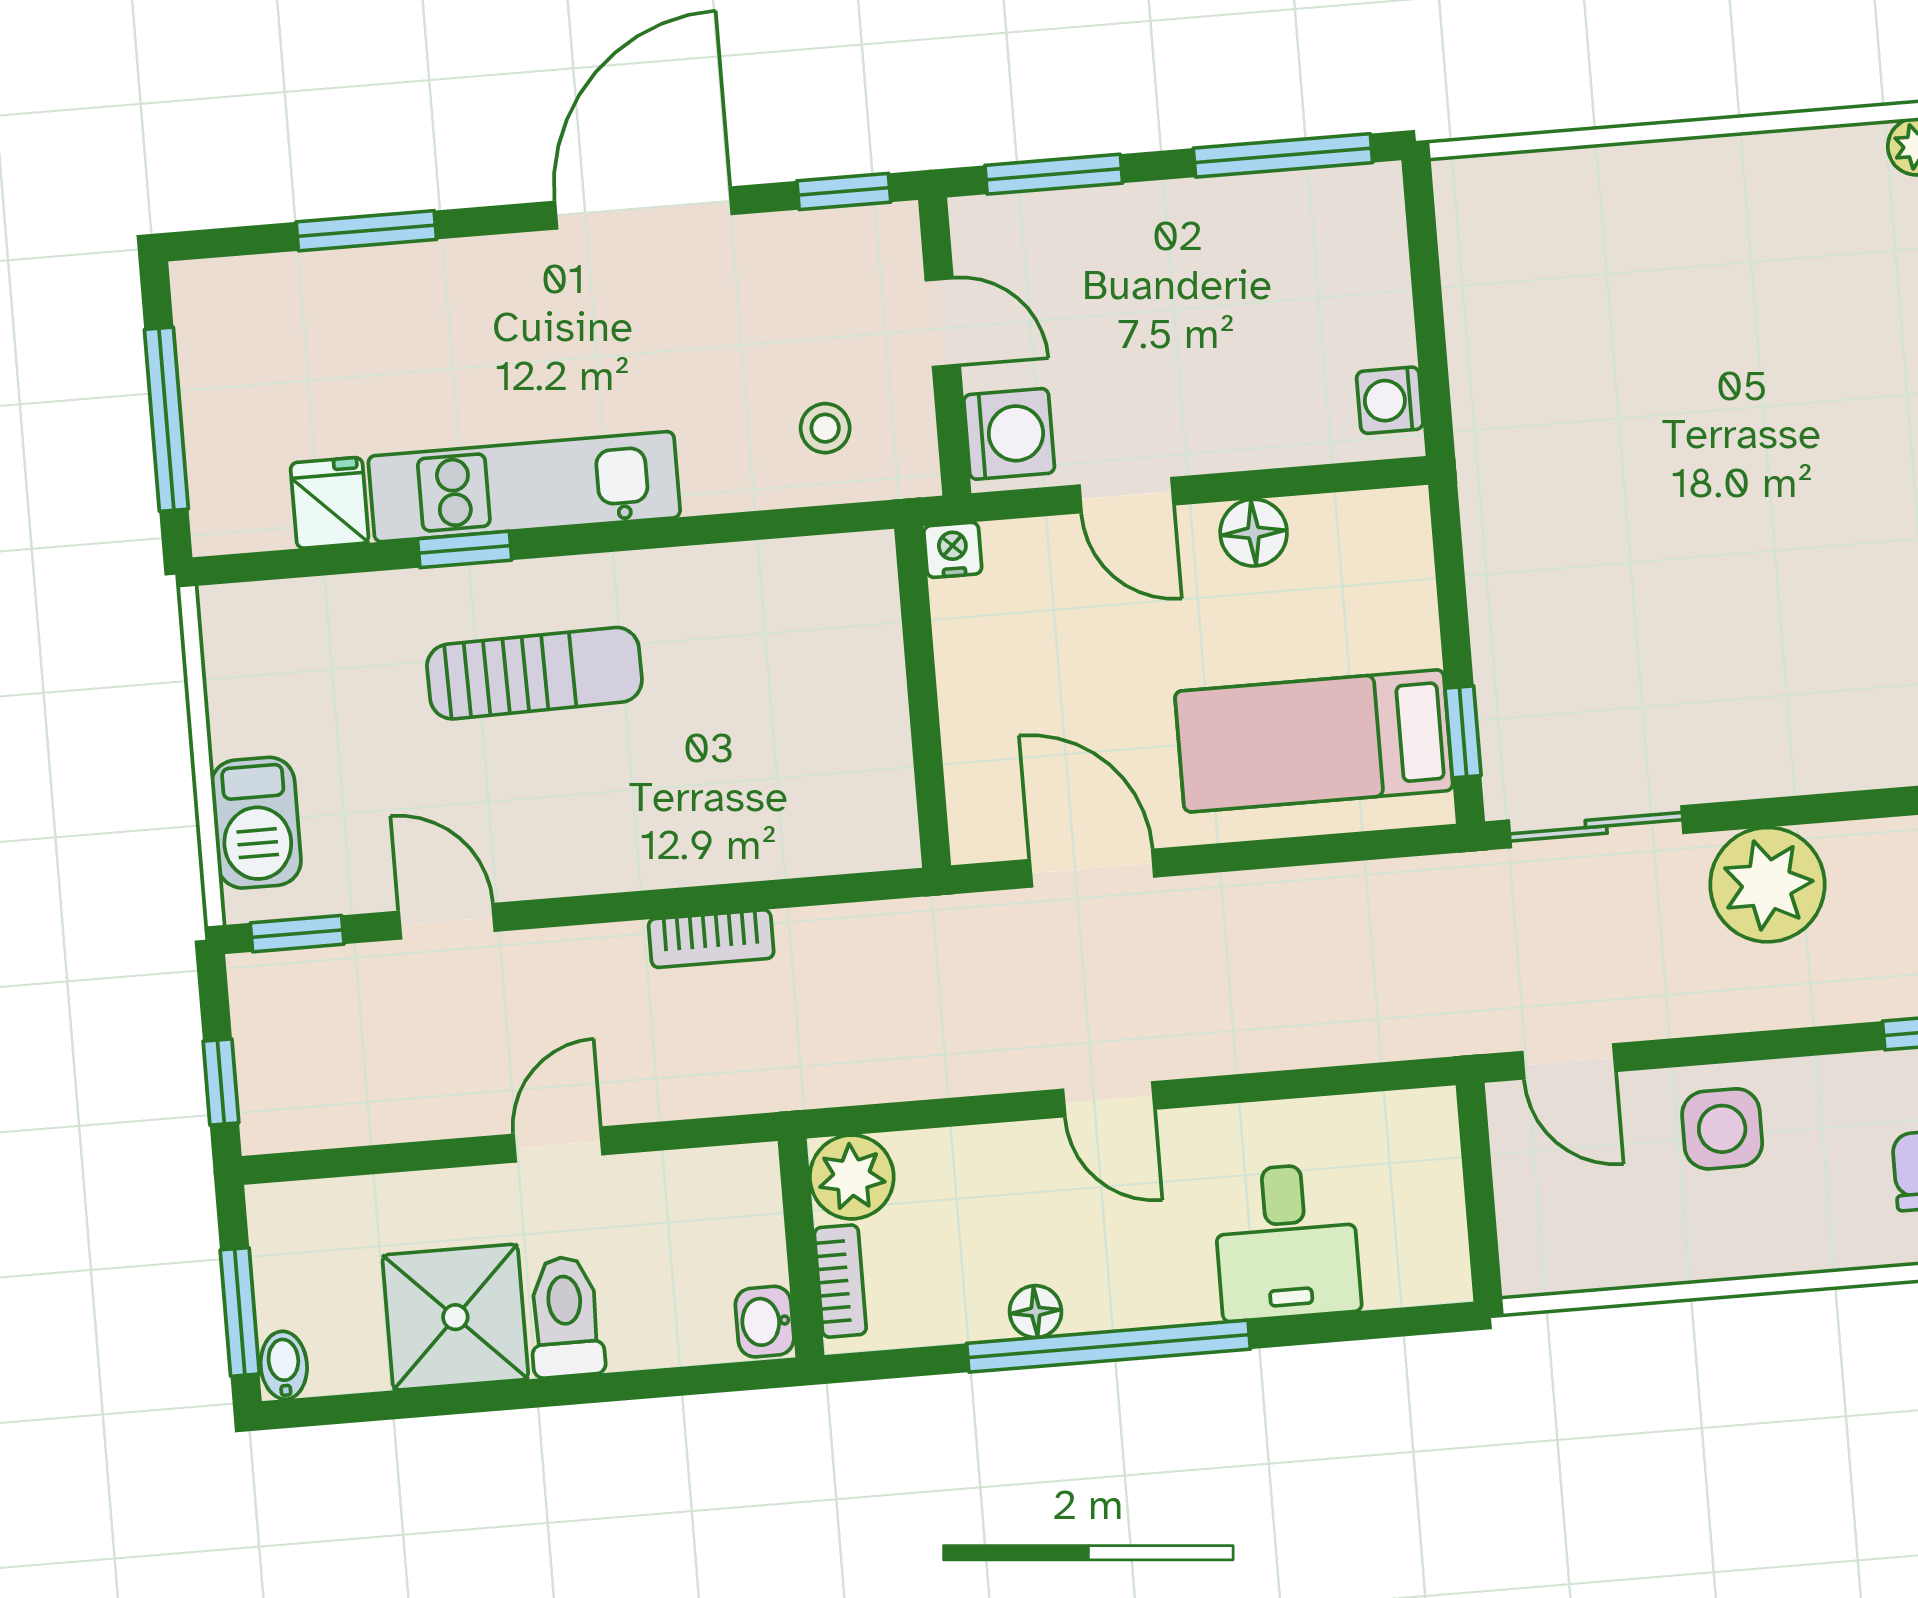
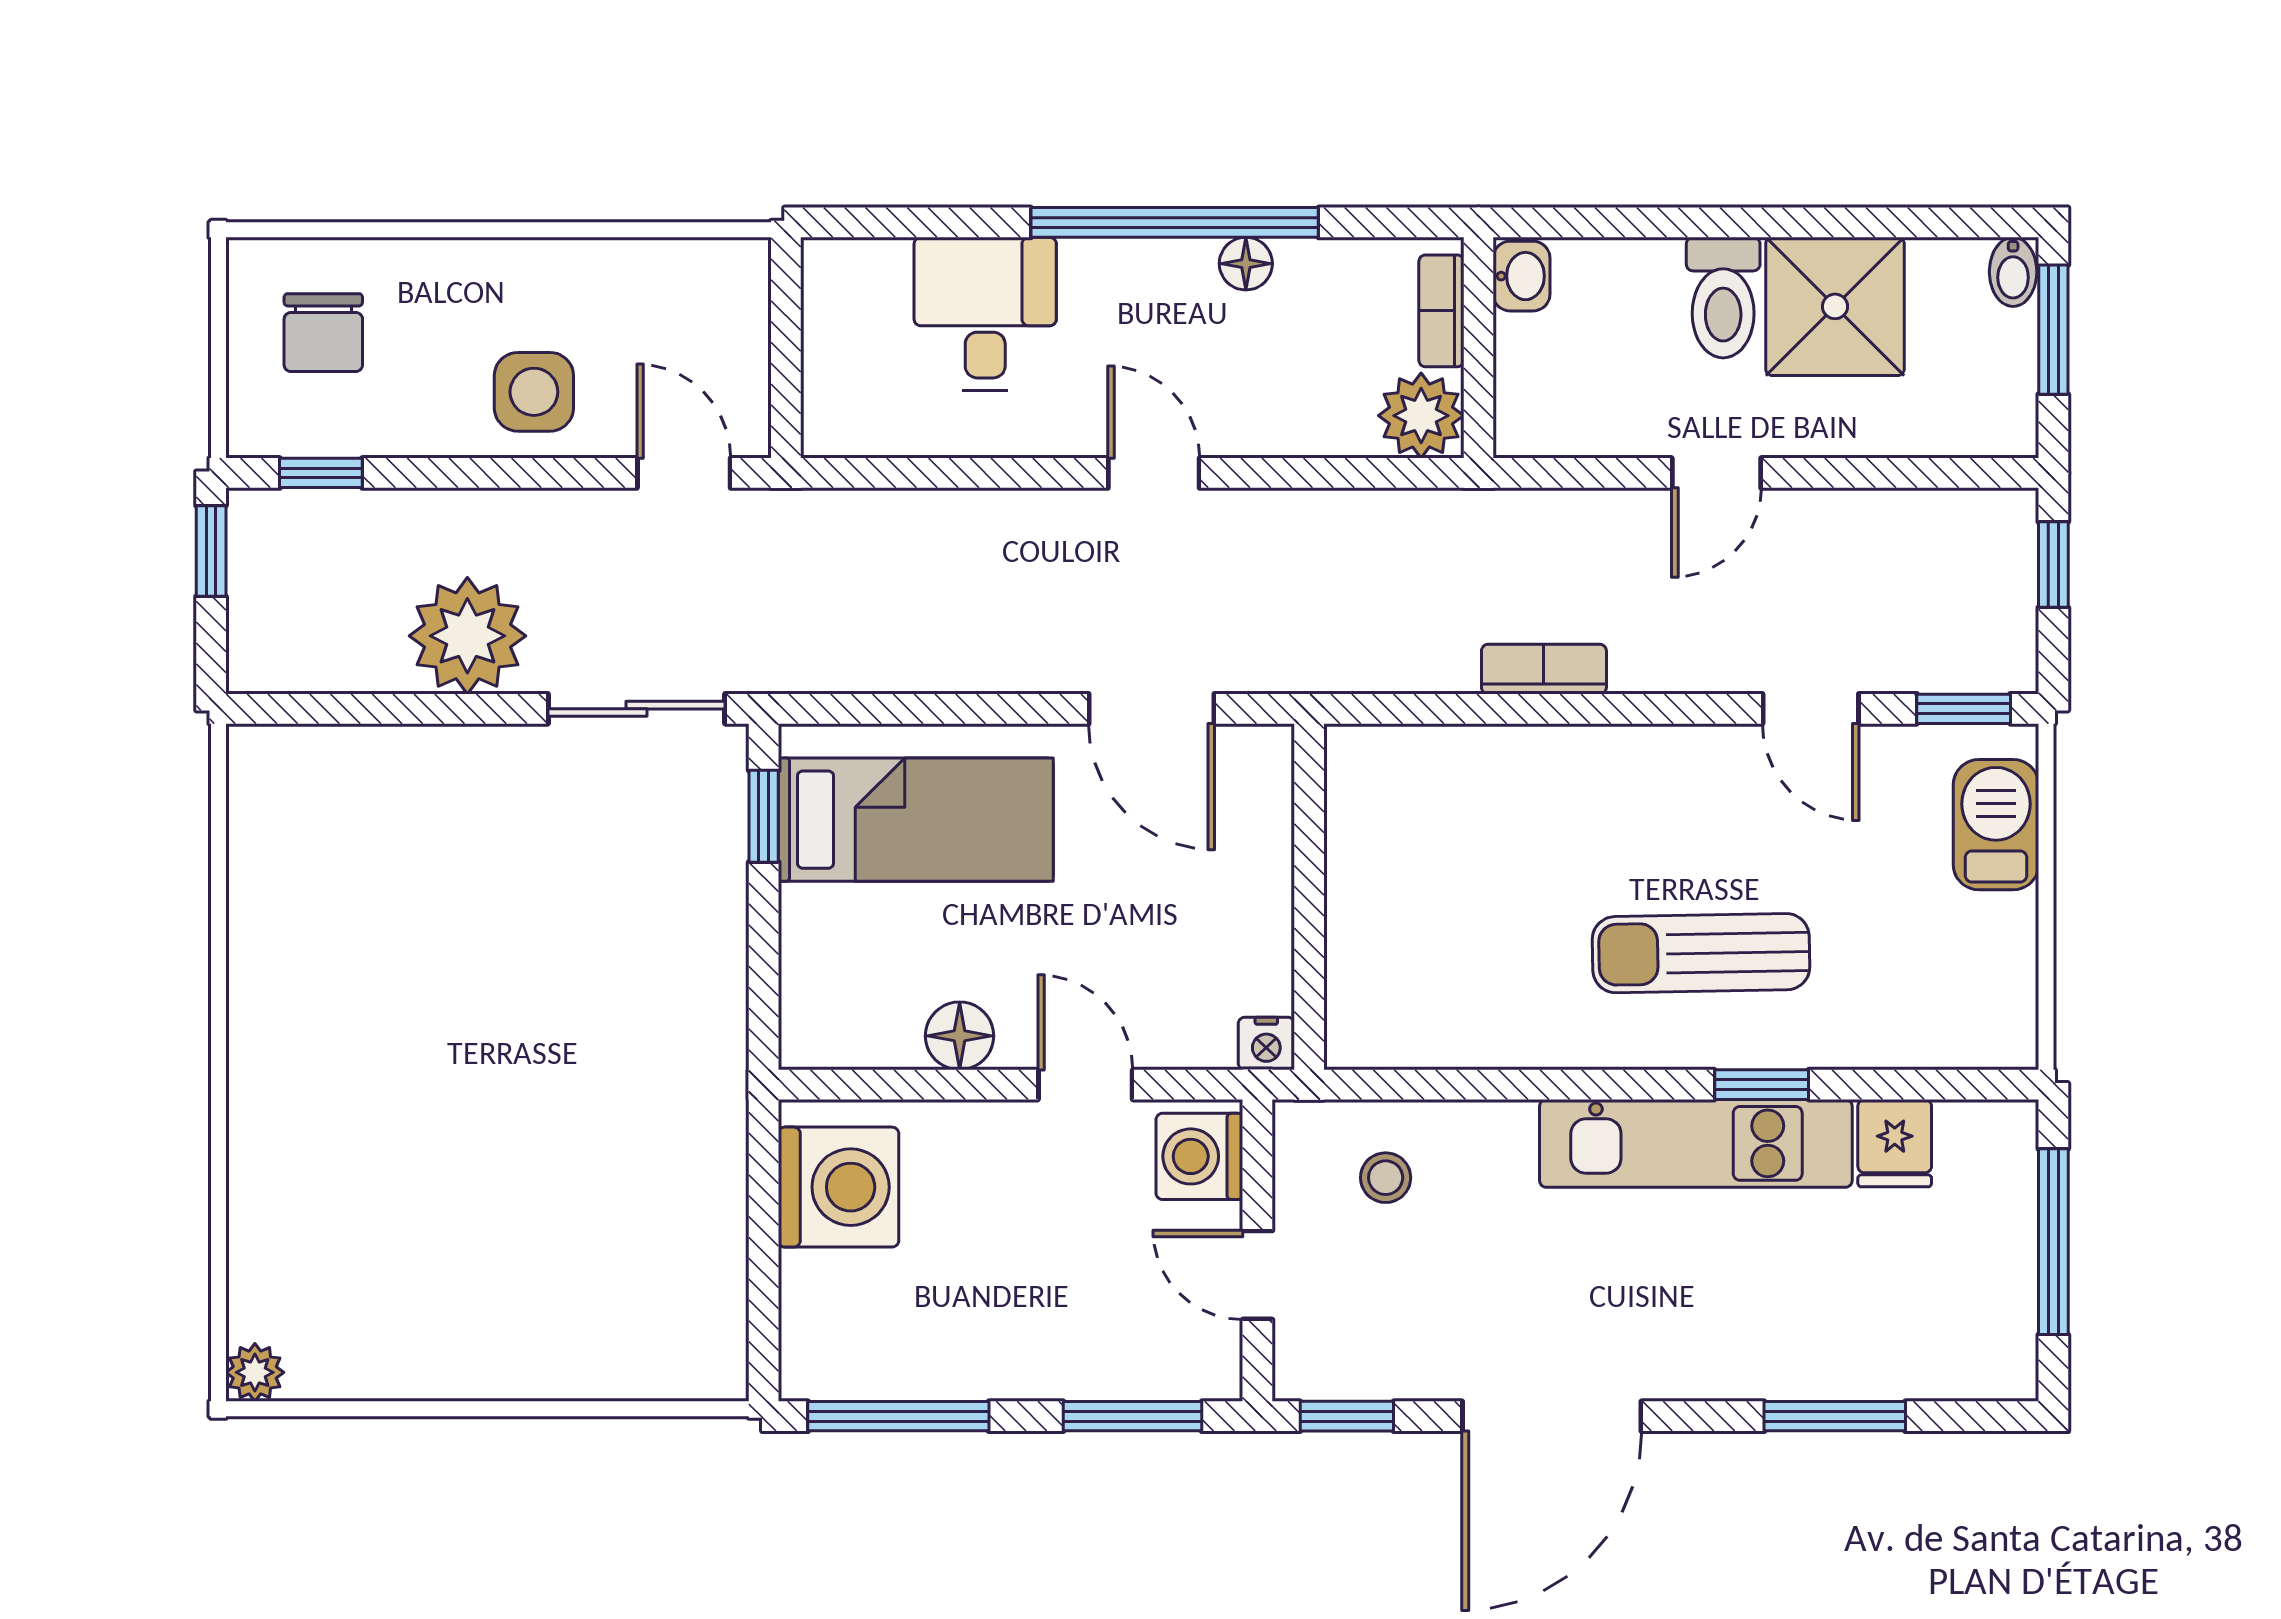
washing machine: (1390, 400) -> (839, 1187), width x1.89, depth x1.89

